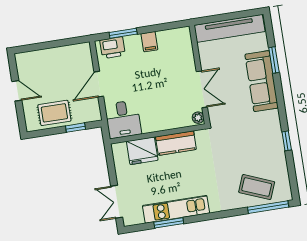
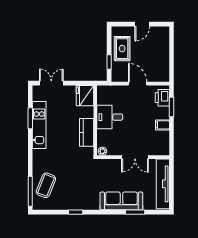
double door: (202, 89) -> (135, 157), moved
desk: (123, 119) -> (110, 117), moved
fridge: (142, 151) -> (85, 96), moved

